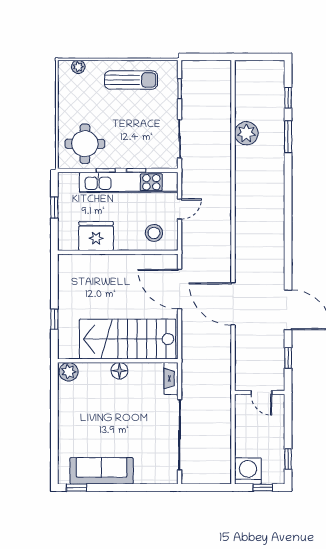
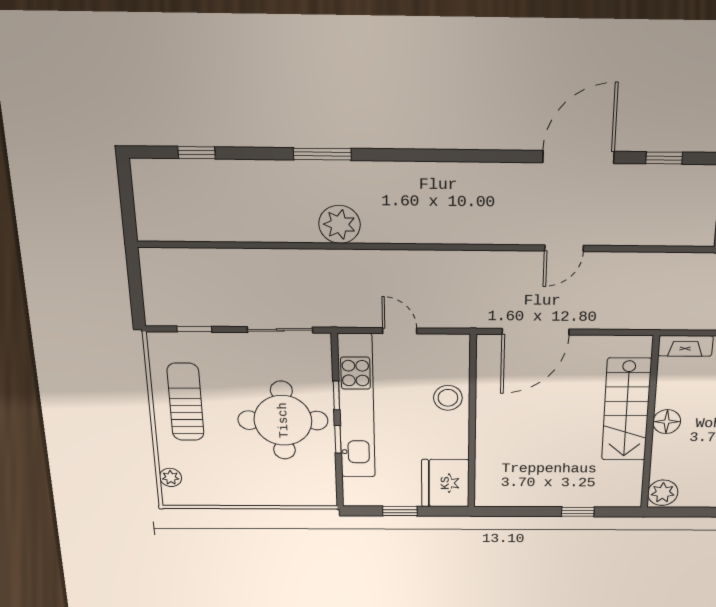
plant: (246, 133) -> (340, 224), moved
window: (288, 137) -> (322, 154), moved
round table: (85, 144) -> (283, 420), moved, width x1.36, depth x1.36
stool: (154, 233) -> (448, 398), moved
fridge: (96, 236) -> (445, 483), moved
door: (233, 304) -> (564, 248), width x0.53
stairs: (128, 339) -> (626, 410), width x0.73, depth x0.66

